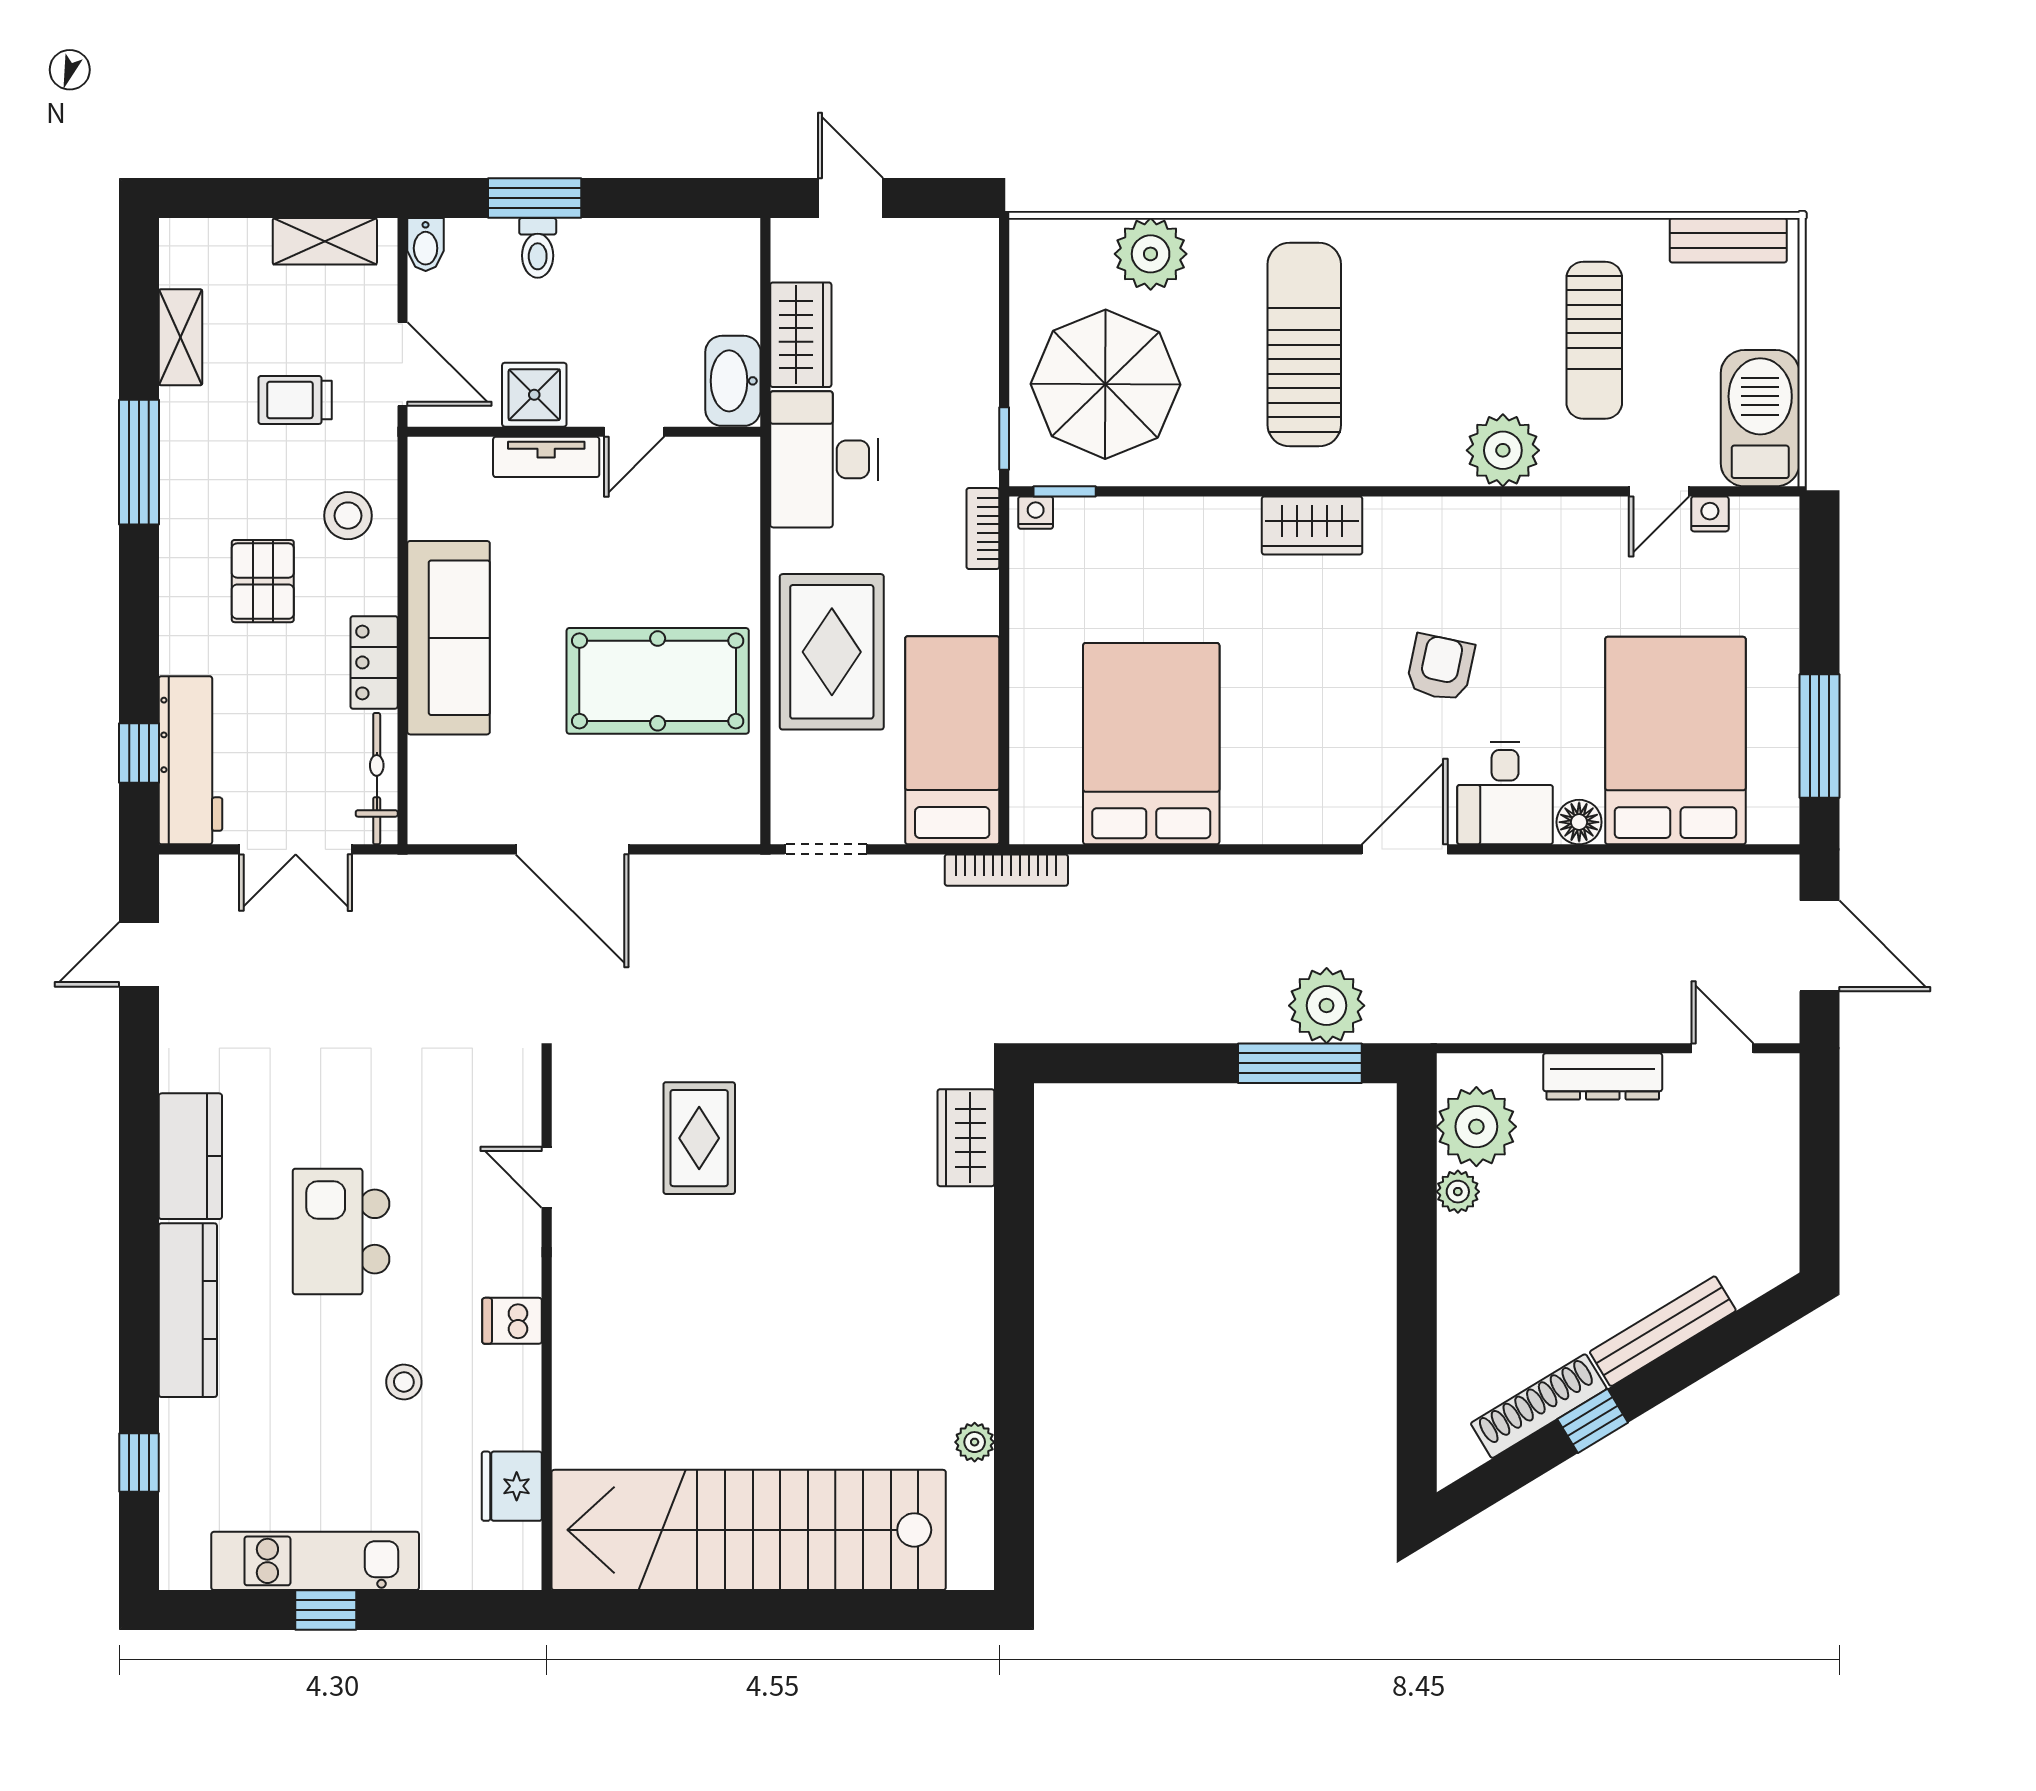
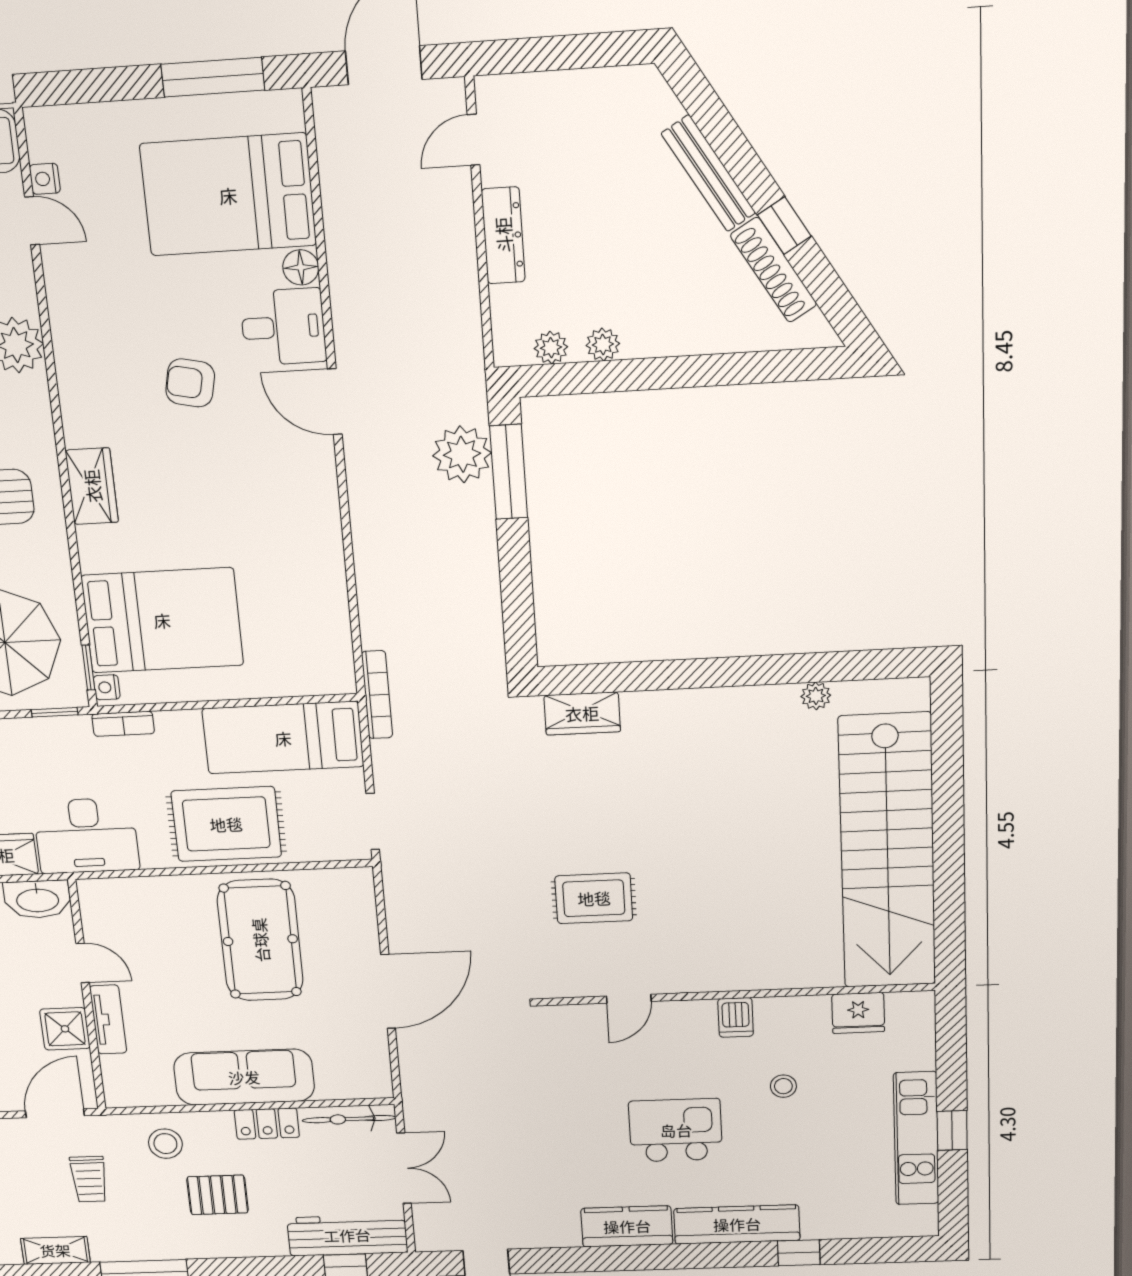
bed: (1151, 744) -> (162, 620), moved, turned 180
plant: (1476, 1127) -> (551, 348), width x0.53, depth x0.53
kitchen island: (341, 1231) -> (676, 1130), turned 180
window: (139, 1462) -> (799, 1253), moved

